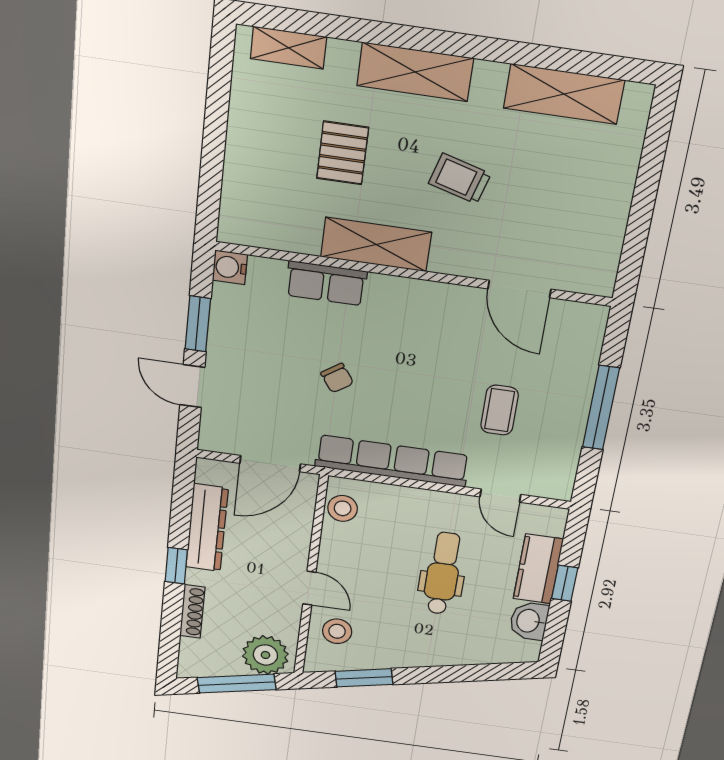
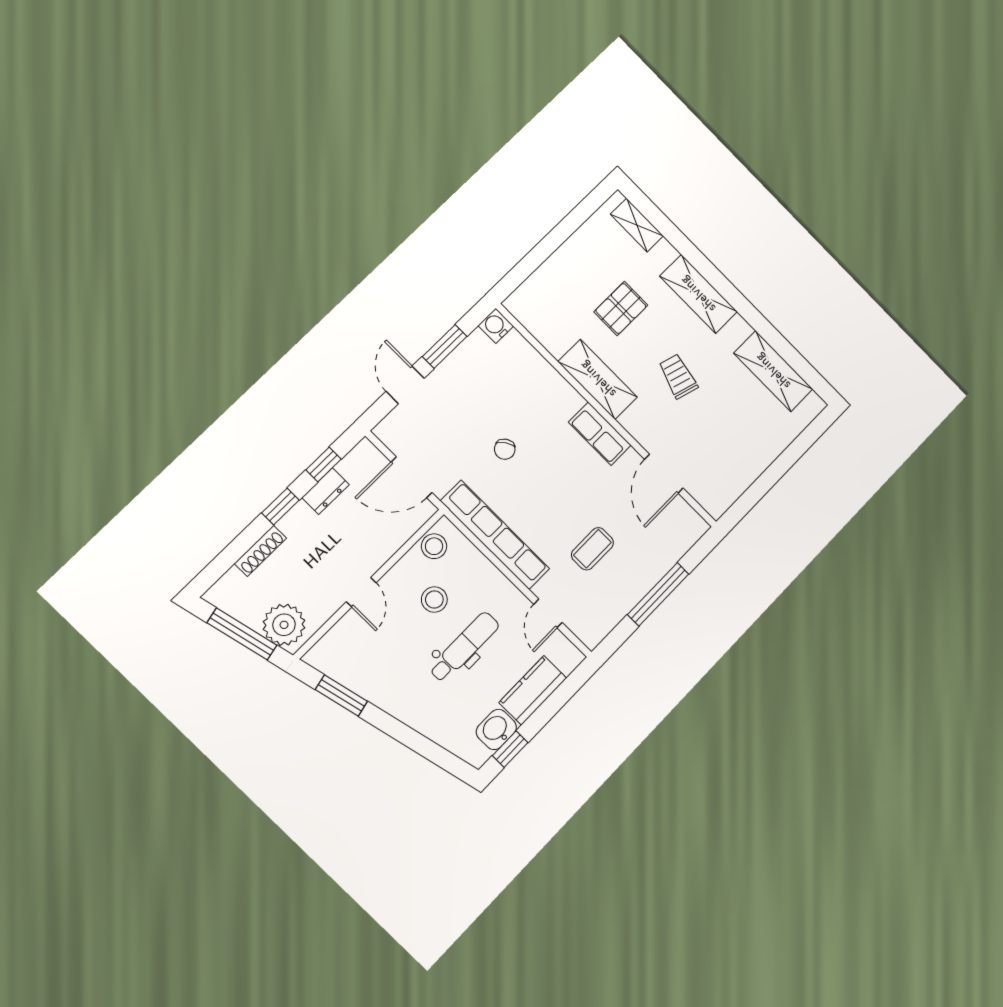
row of seats: (326, 283) -> (600, 434), moved
window: (182, 507) -> (324, 464), added
dresser: (207, 528) -> (326, 491), width x0.51, depth x0.80
window: (565, 583) -> (510, 749), moved
stool: (337, 631) -> (434, 600), moved

